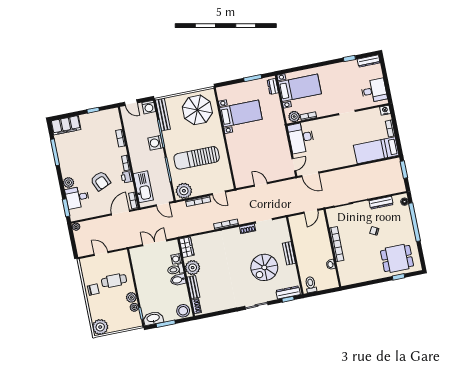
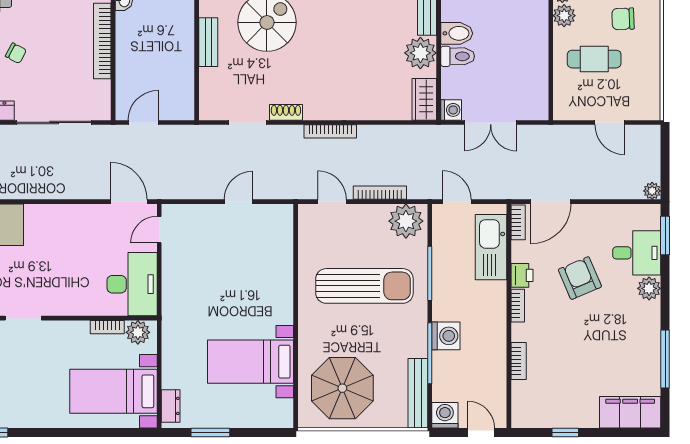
door: (261, 184) -> (238, 202), swing flipped
washing machine: (176, 259) -> (451, 110), moved
chair: (93, 290) -> (623, 19), moved

